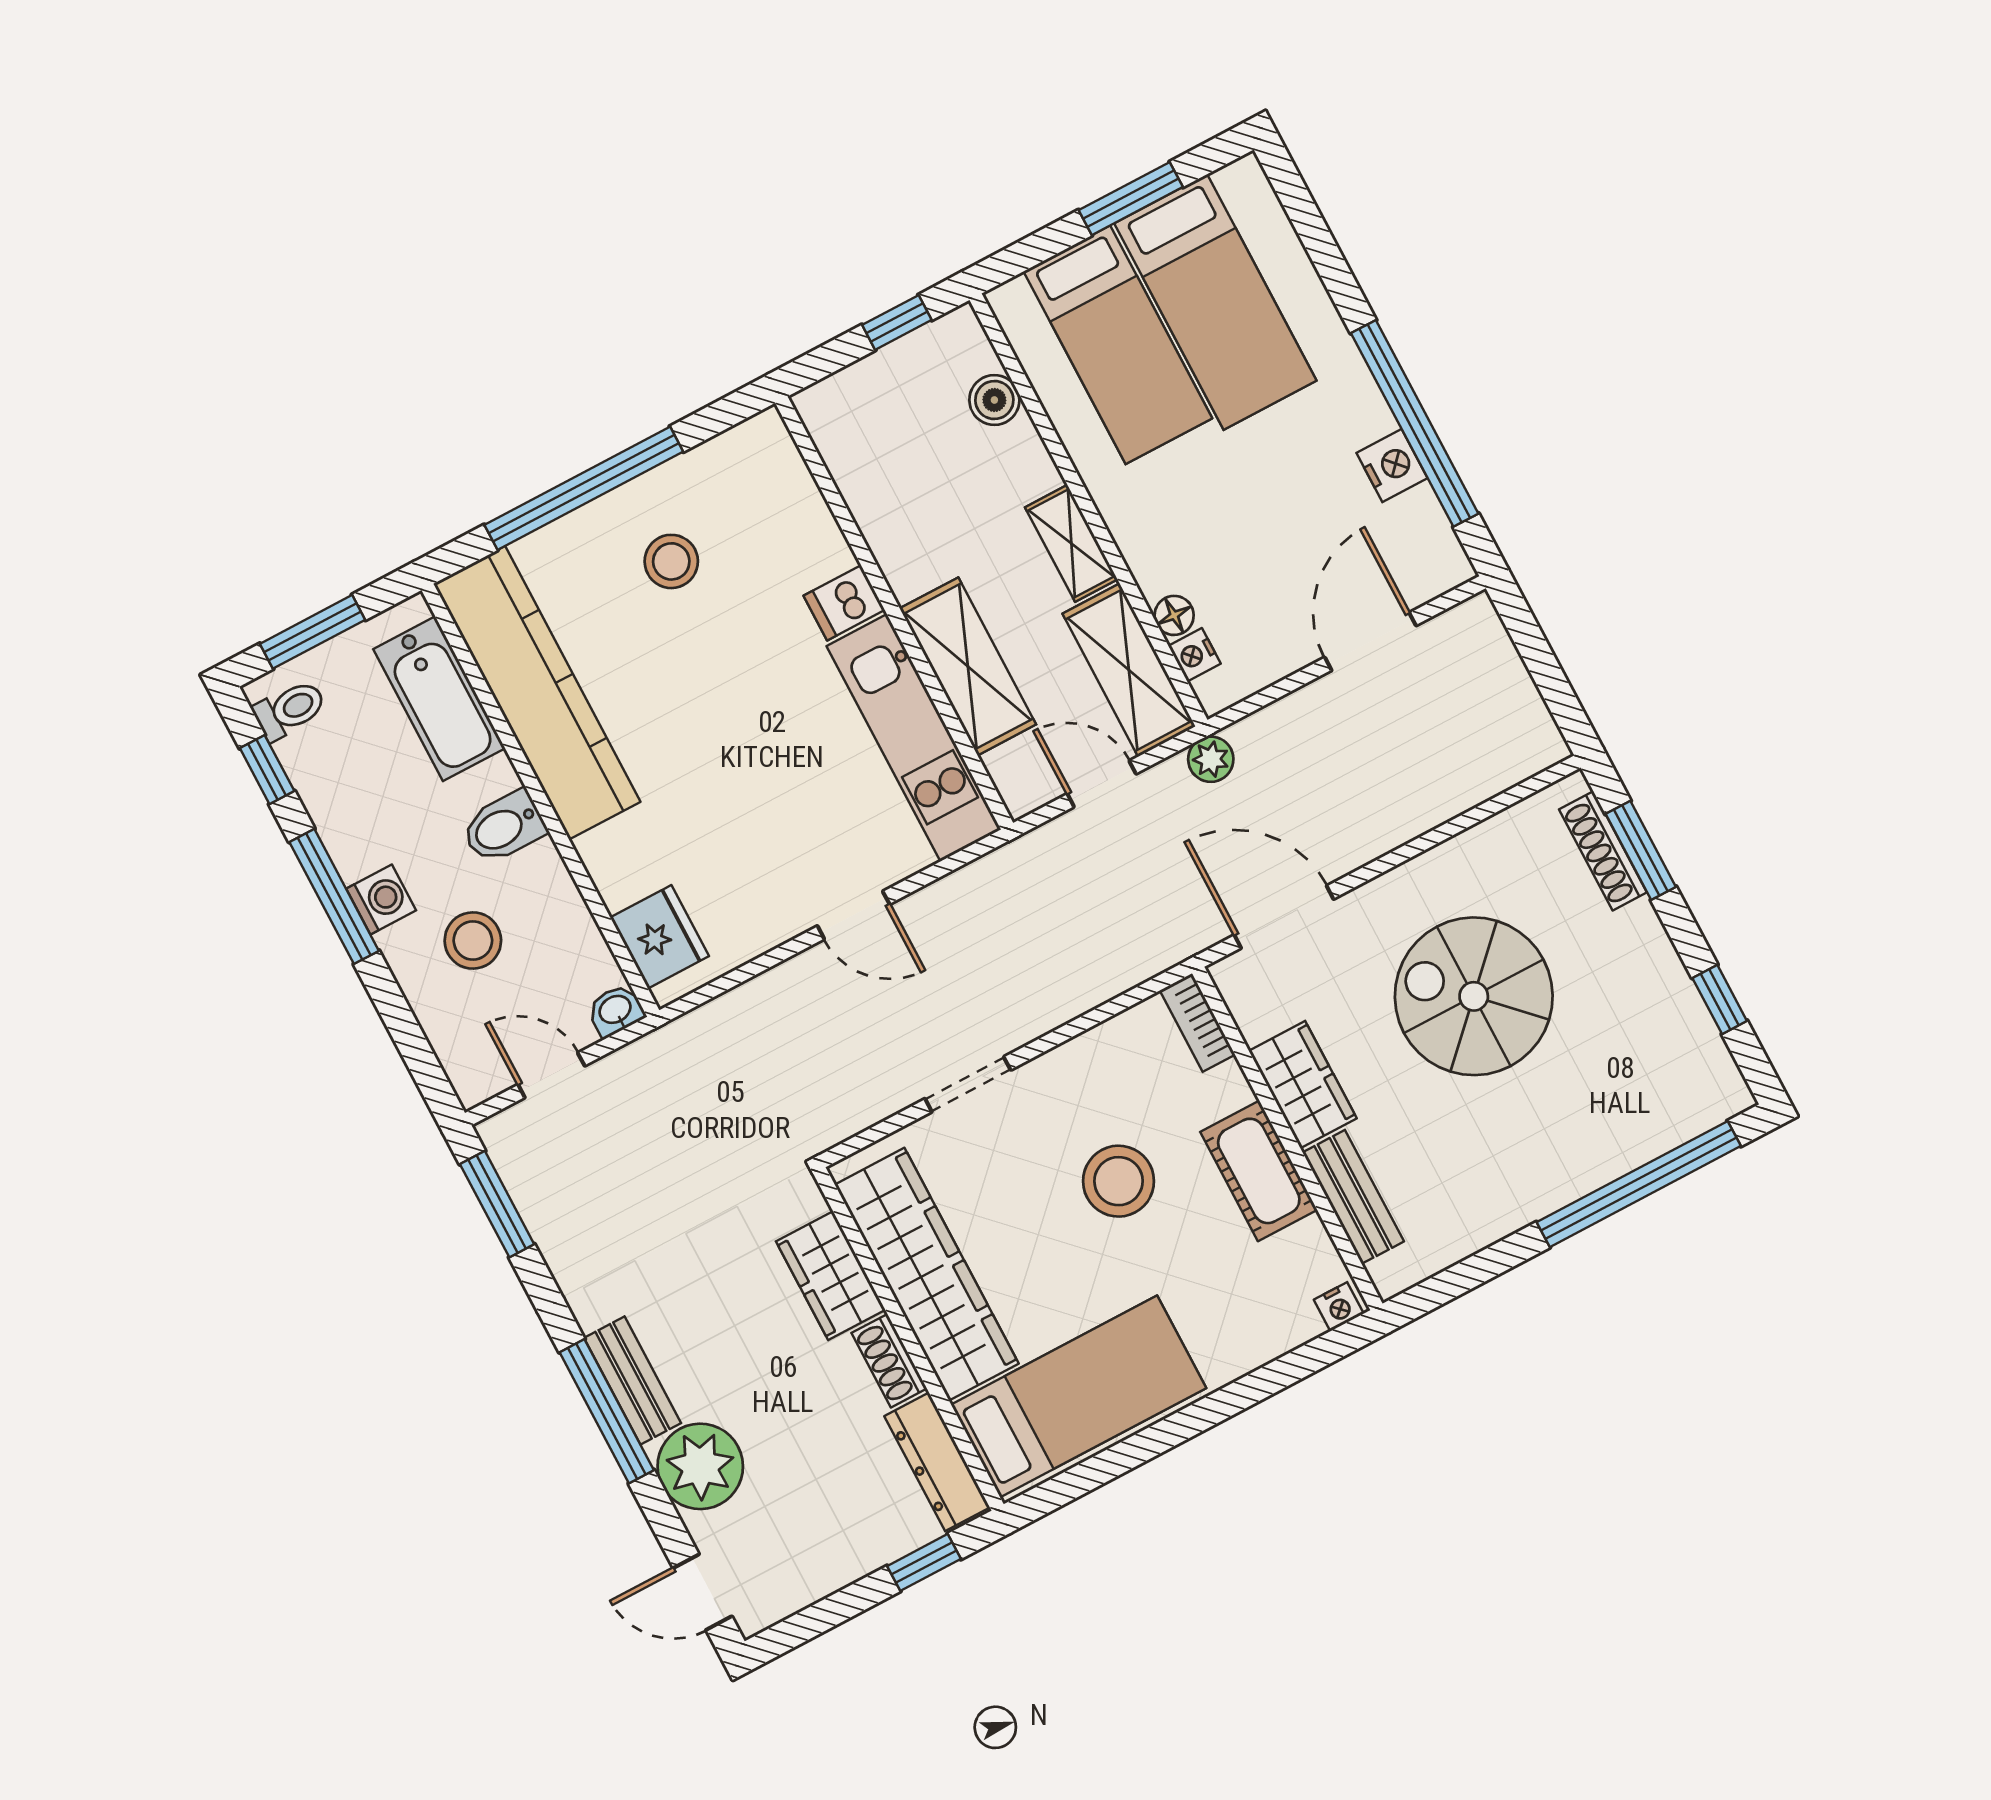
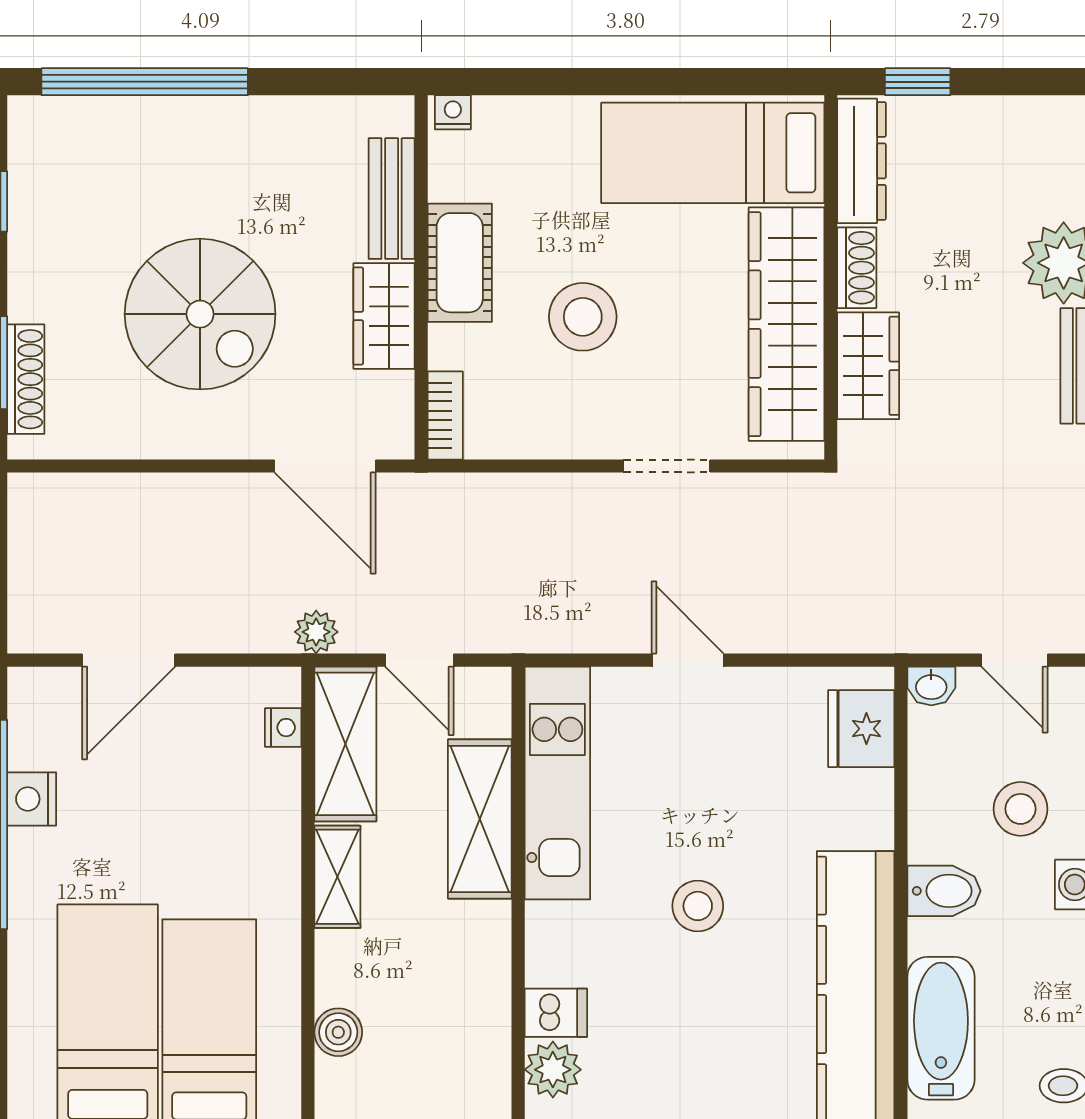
plant: (778, 471) -> (553, 1070), added
stool: (671, 561) -> (698, 906), moved
dishwasher: (844, 603) -> (556, 1013), moved
floor lamp: (1174, 615) -> (283, 770), removed

